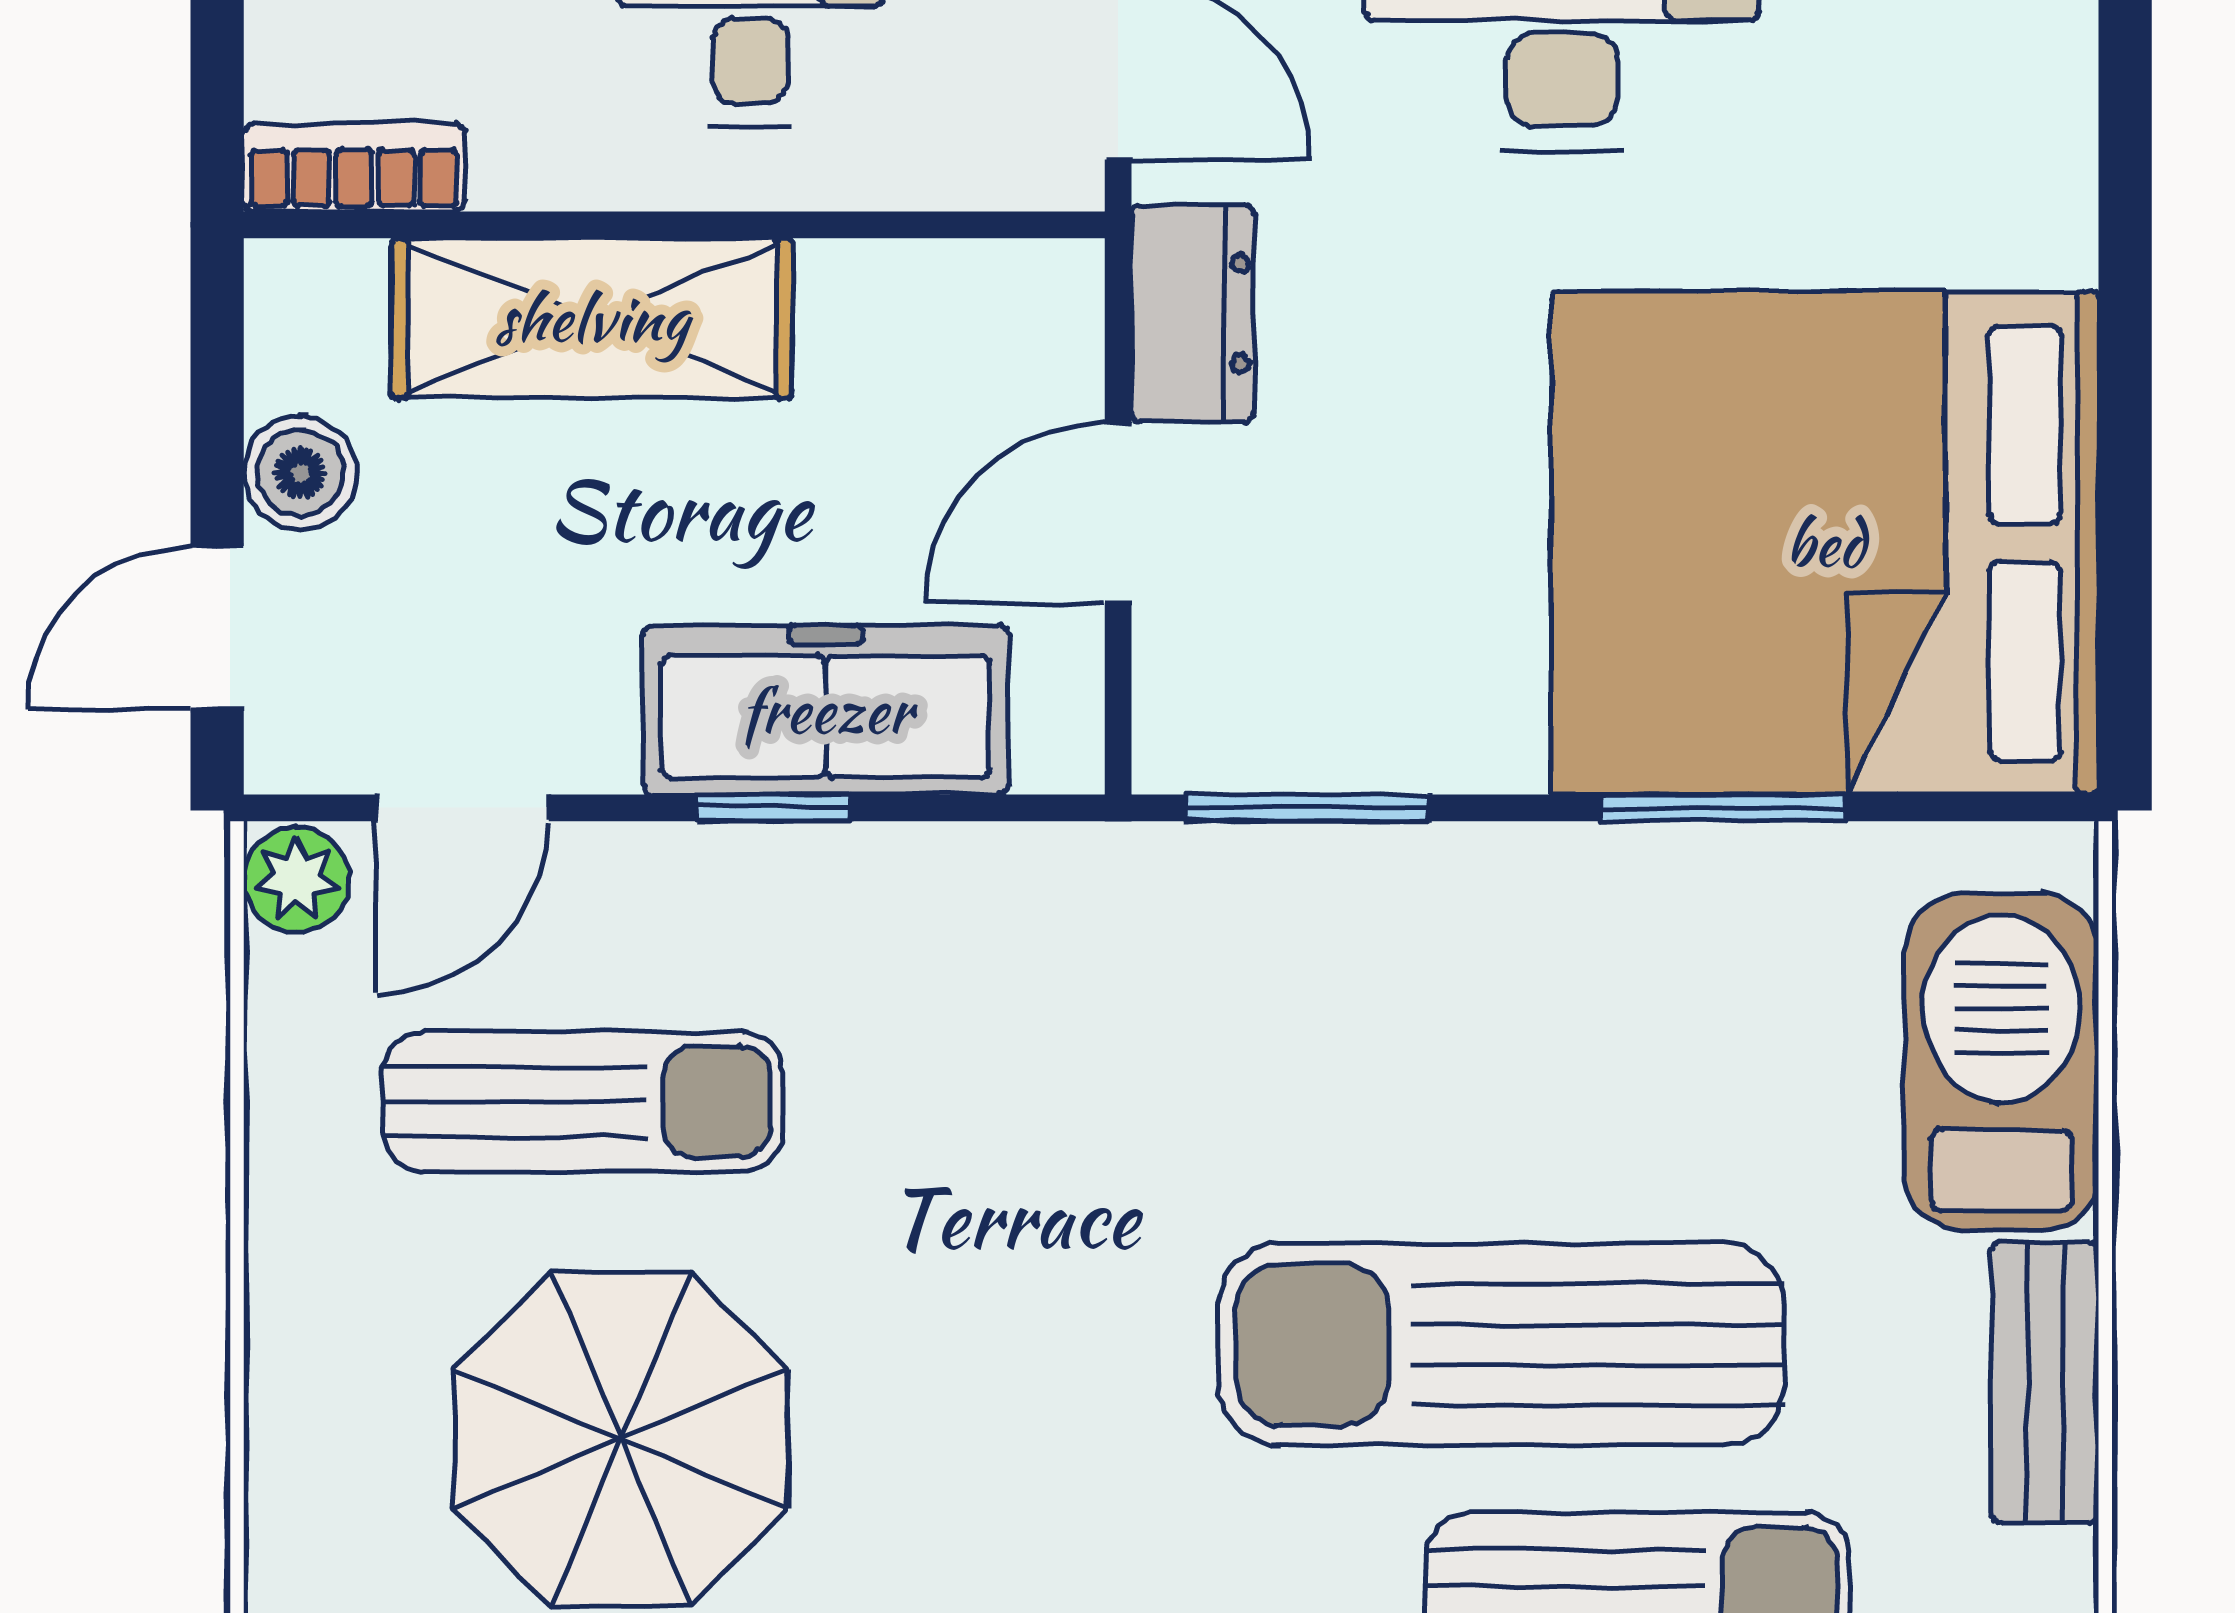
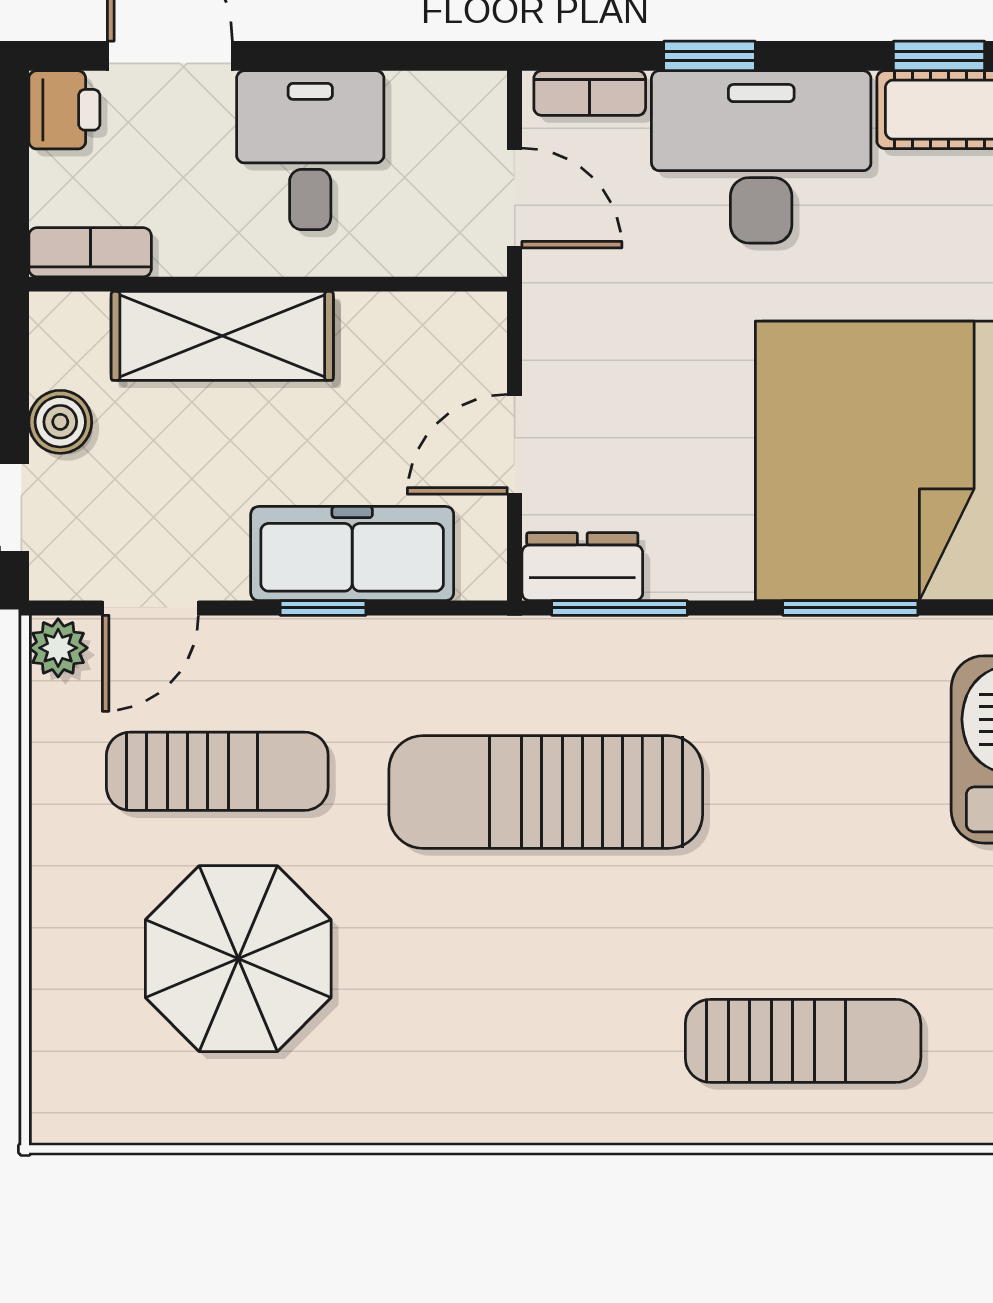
dresser: (1193, 313) -> (582, 567), moved, turned -90
sun lounger: (1501, 1344) -> (546, 792), moved

